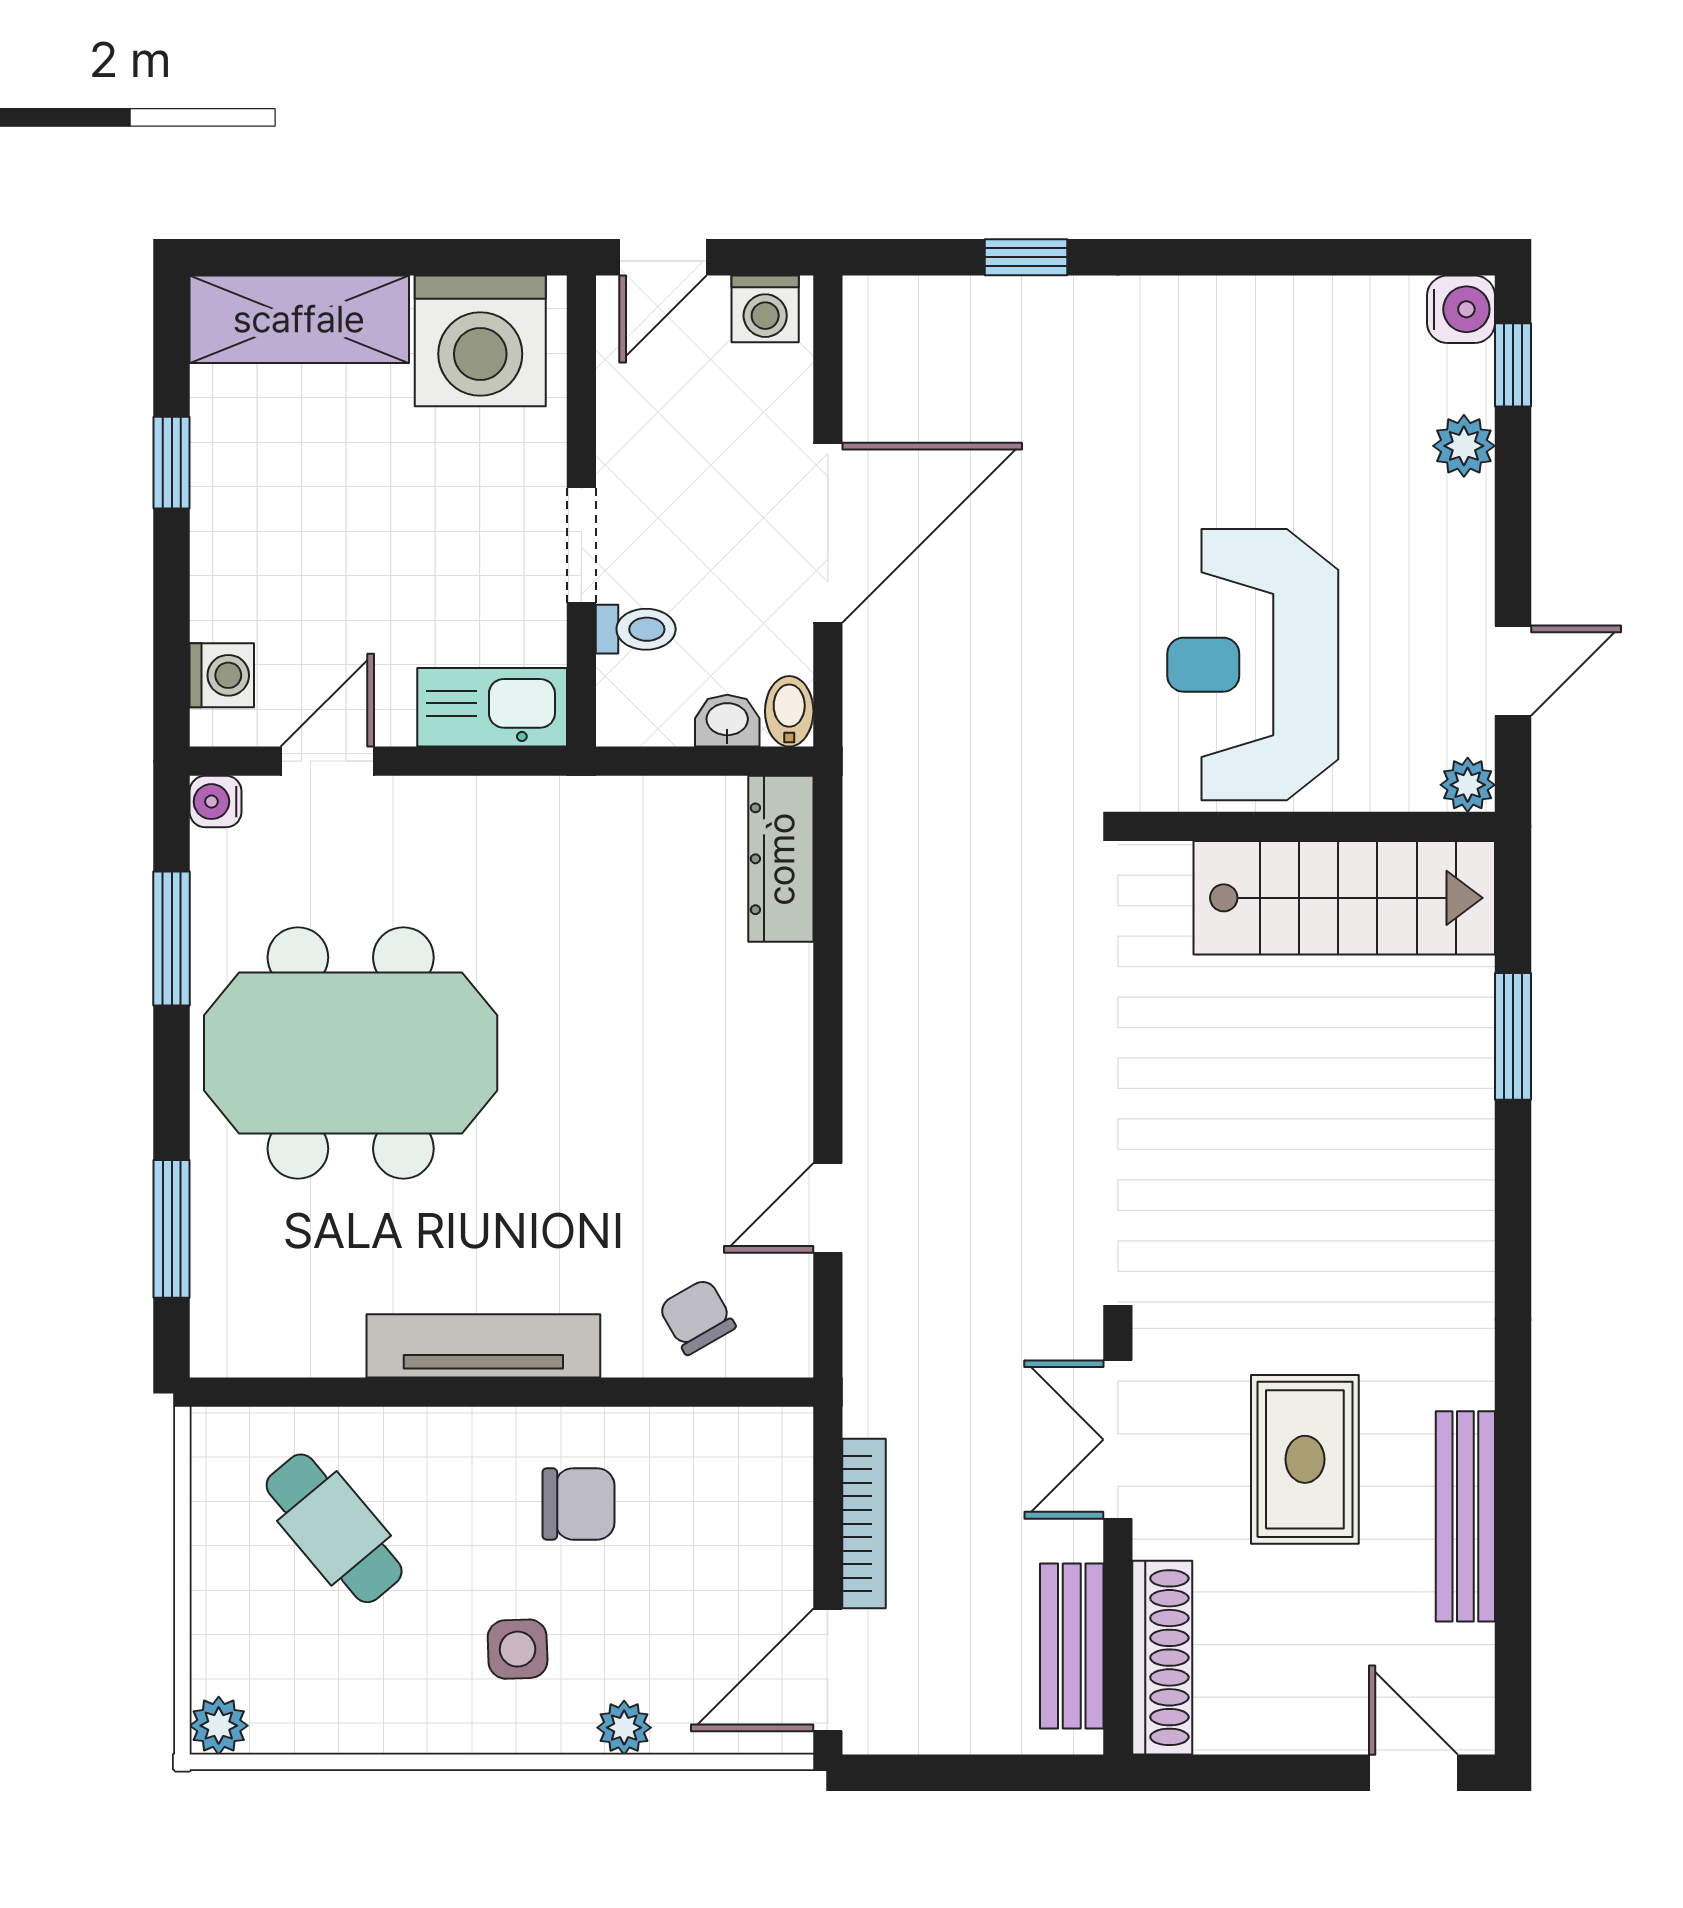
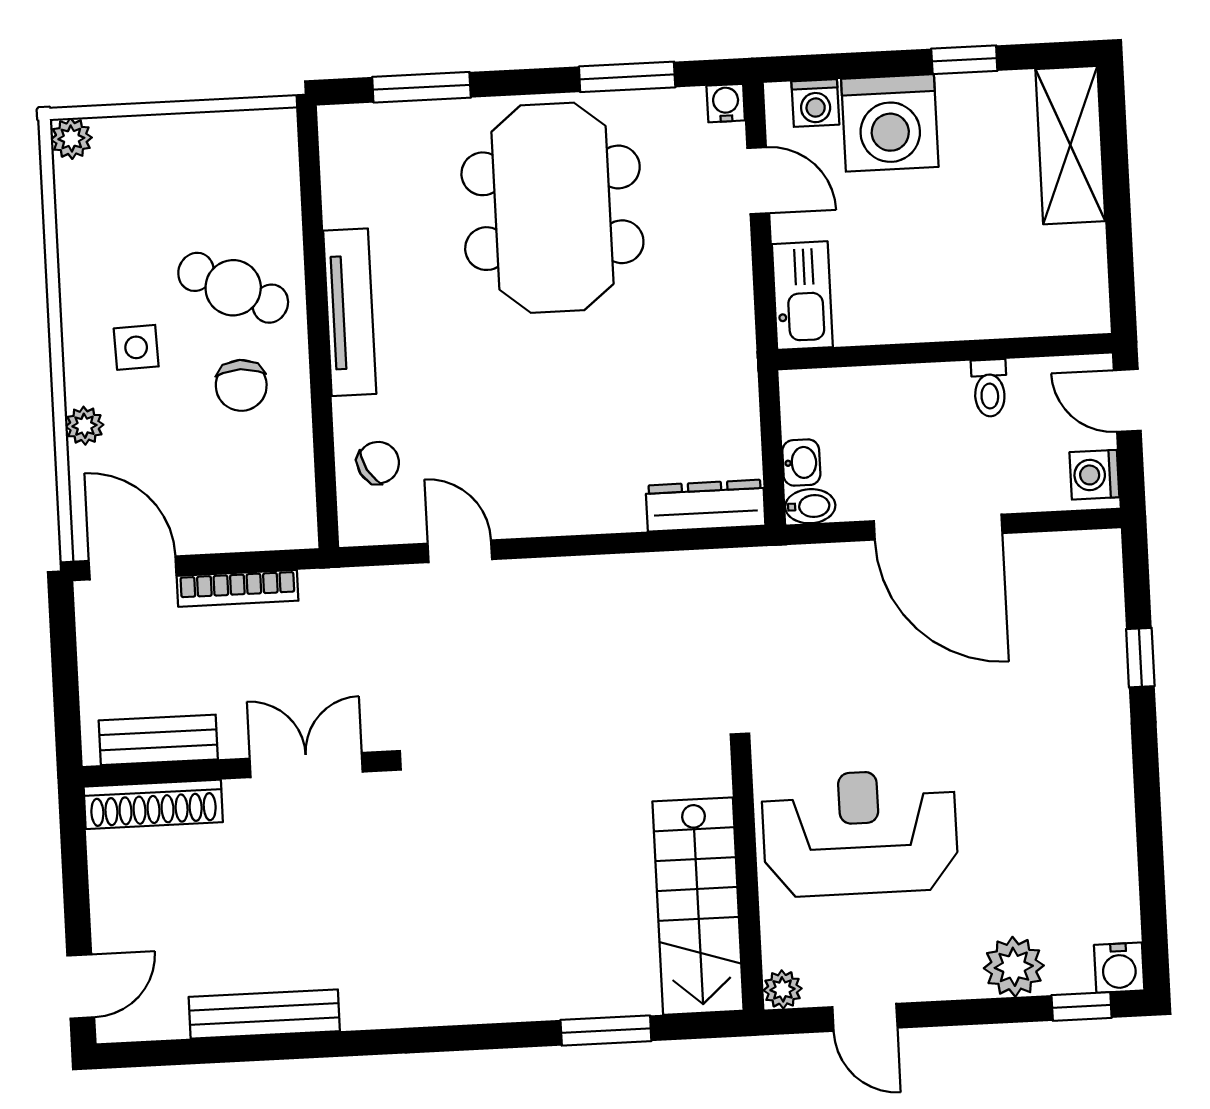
washing machine: (480, 341) -> (890, 123), moved, turned -90
plant: (1464, 446) -> (1014, 967), width x1.38, depth x1.38
doorway: (581, 545) -> (920, 353), removed
toilet: (636, 629) -> (989, 388), moved
rug: (1305, 1459) -> (299, 898), removed
cafe table: (334, 1528) -> (233, 288), moved, turned 66

